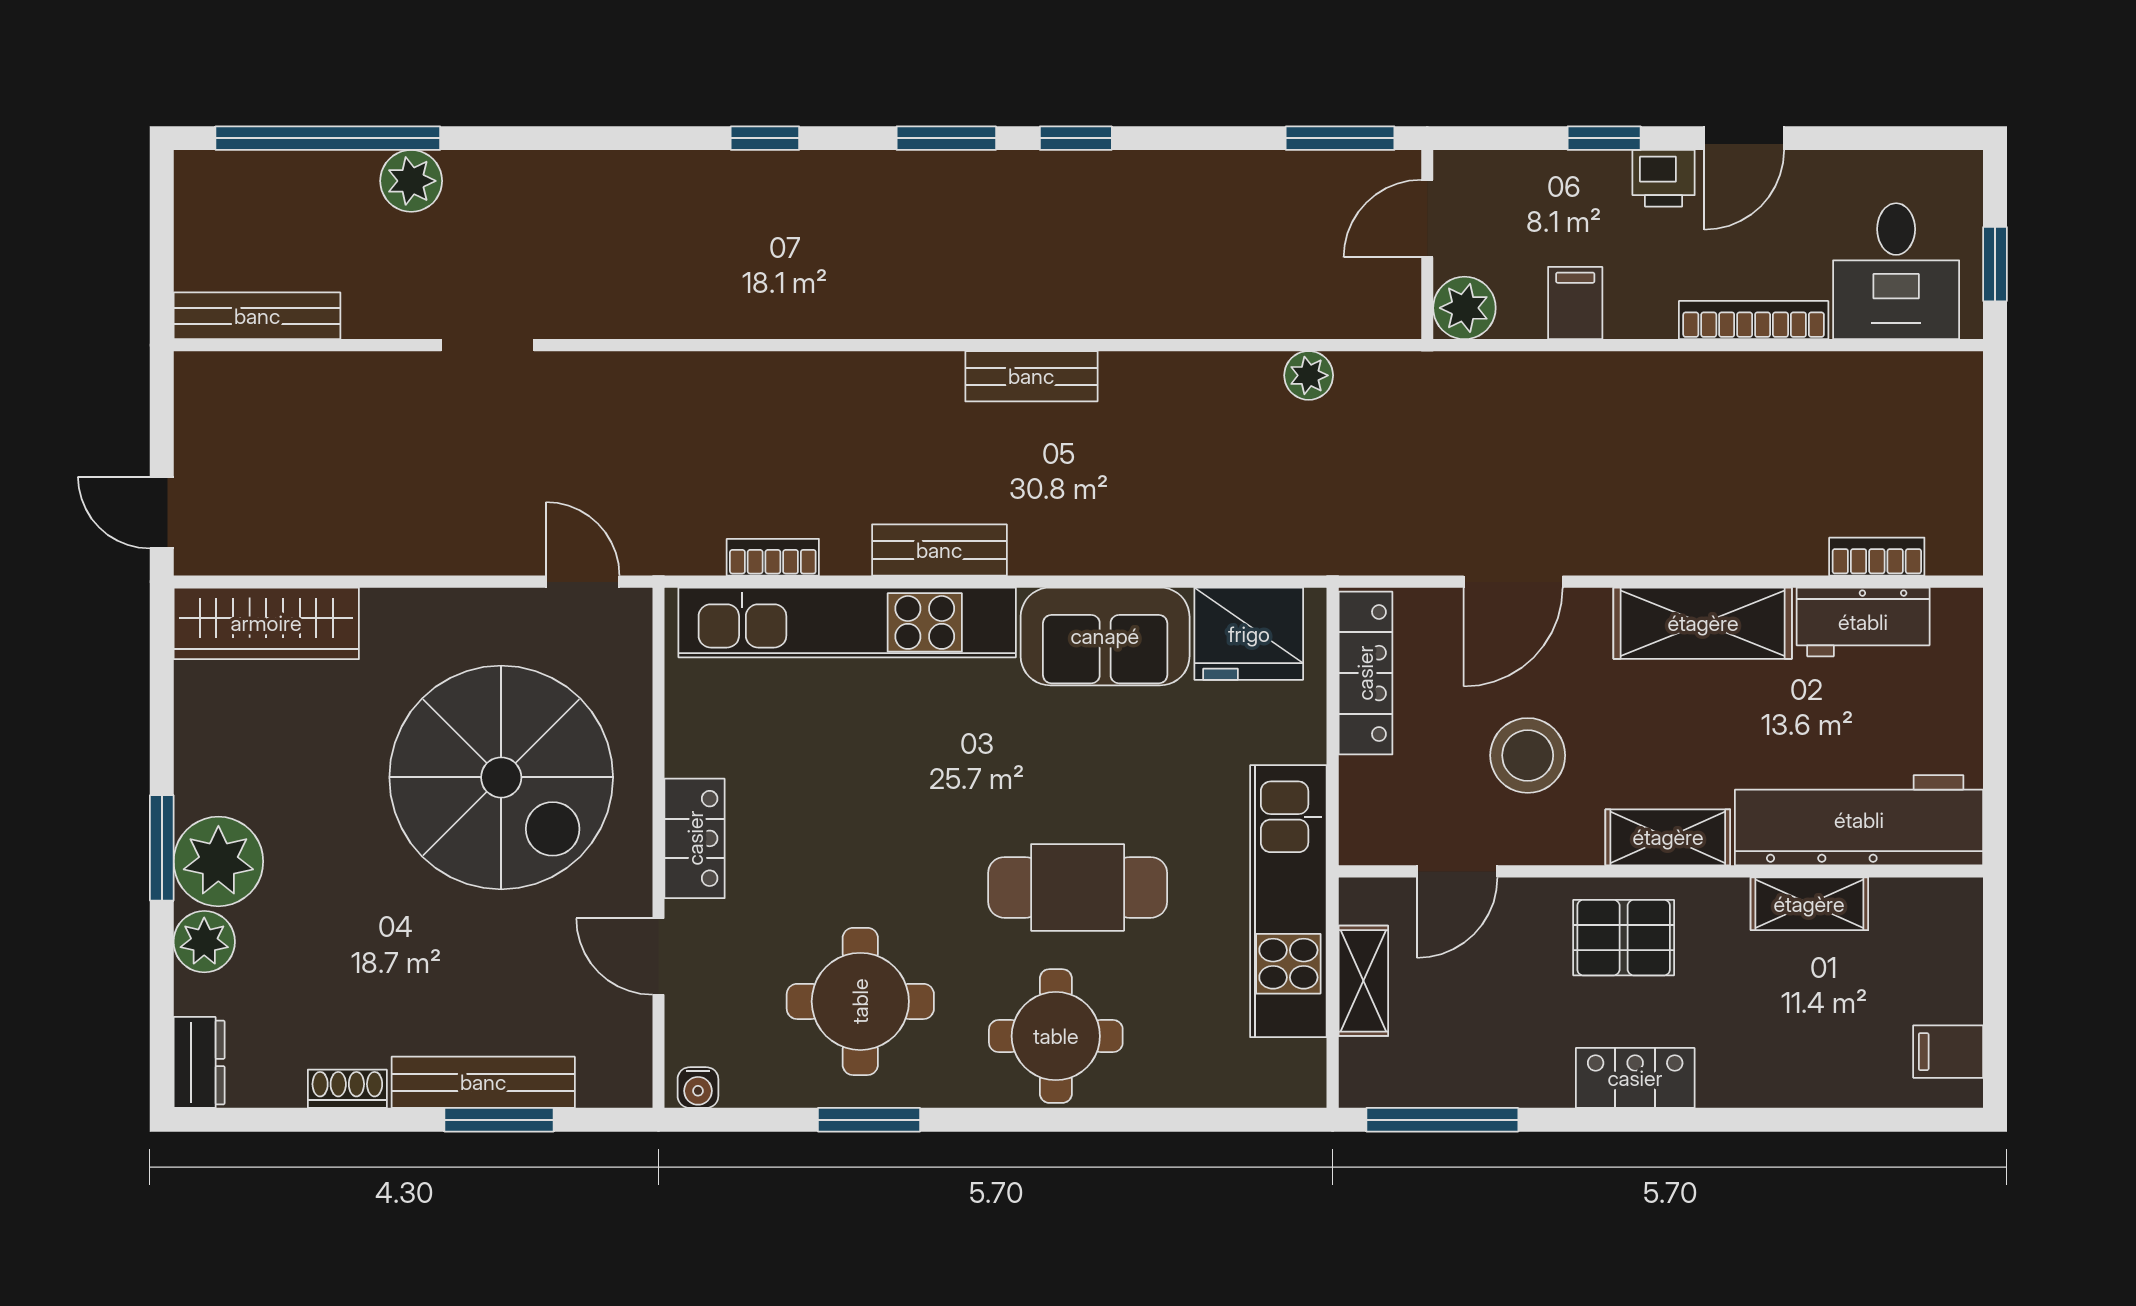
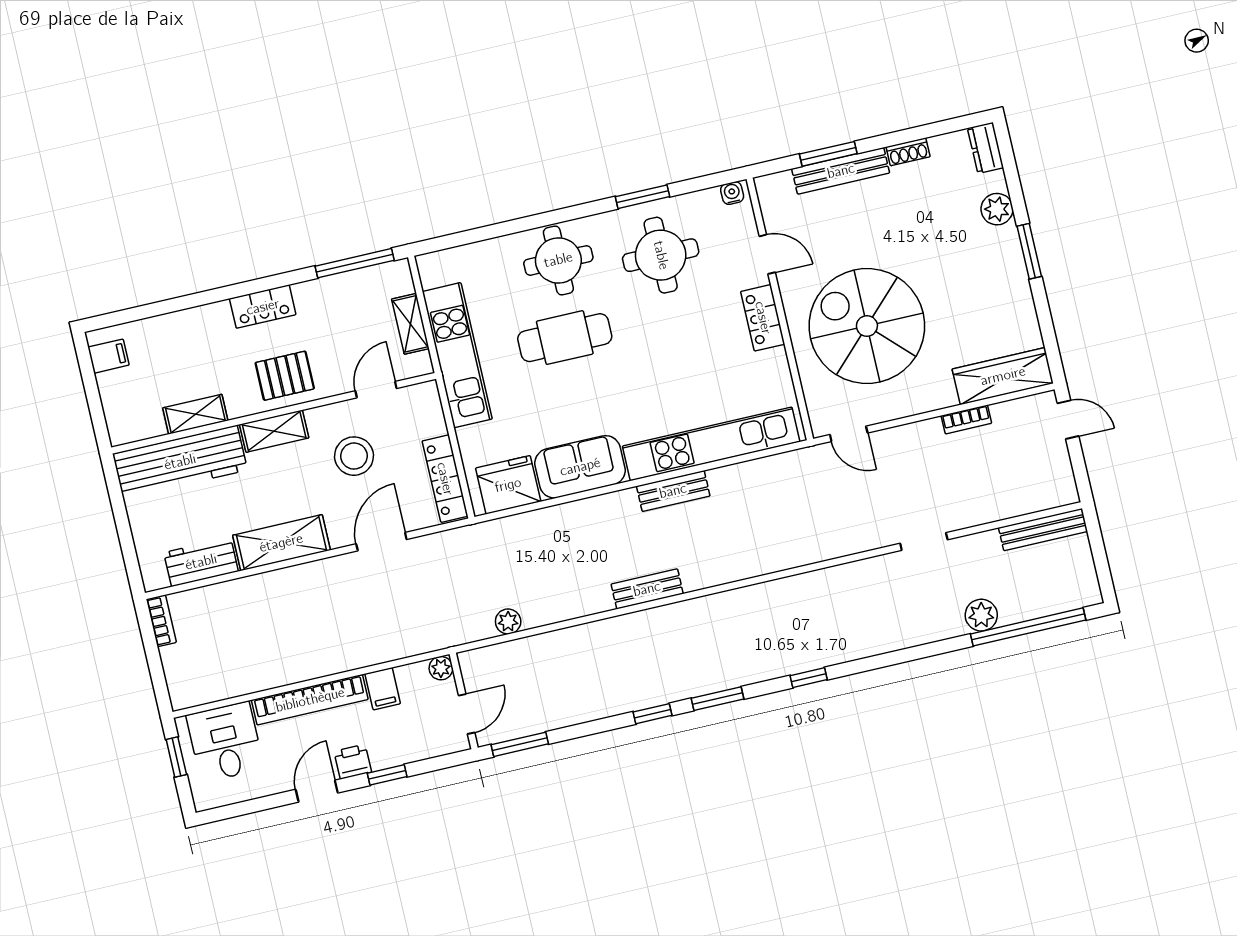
plant: (1464, 308) -> (441, 668), width x0.73, depth x0.73
bookcase: (1754, 320) -> (310, 700), width x1.48, depth x1.31
bookcase: (773, 557) -> (966, 419), moved
bookcase: (1877, 557) -> (161, 621), moved, turned -90
plant: (218, 861) -> (999, 251), removed

